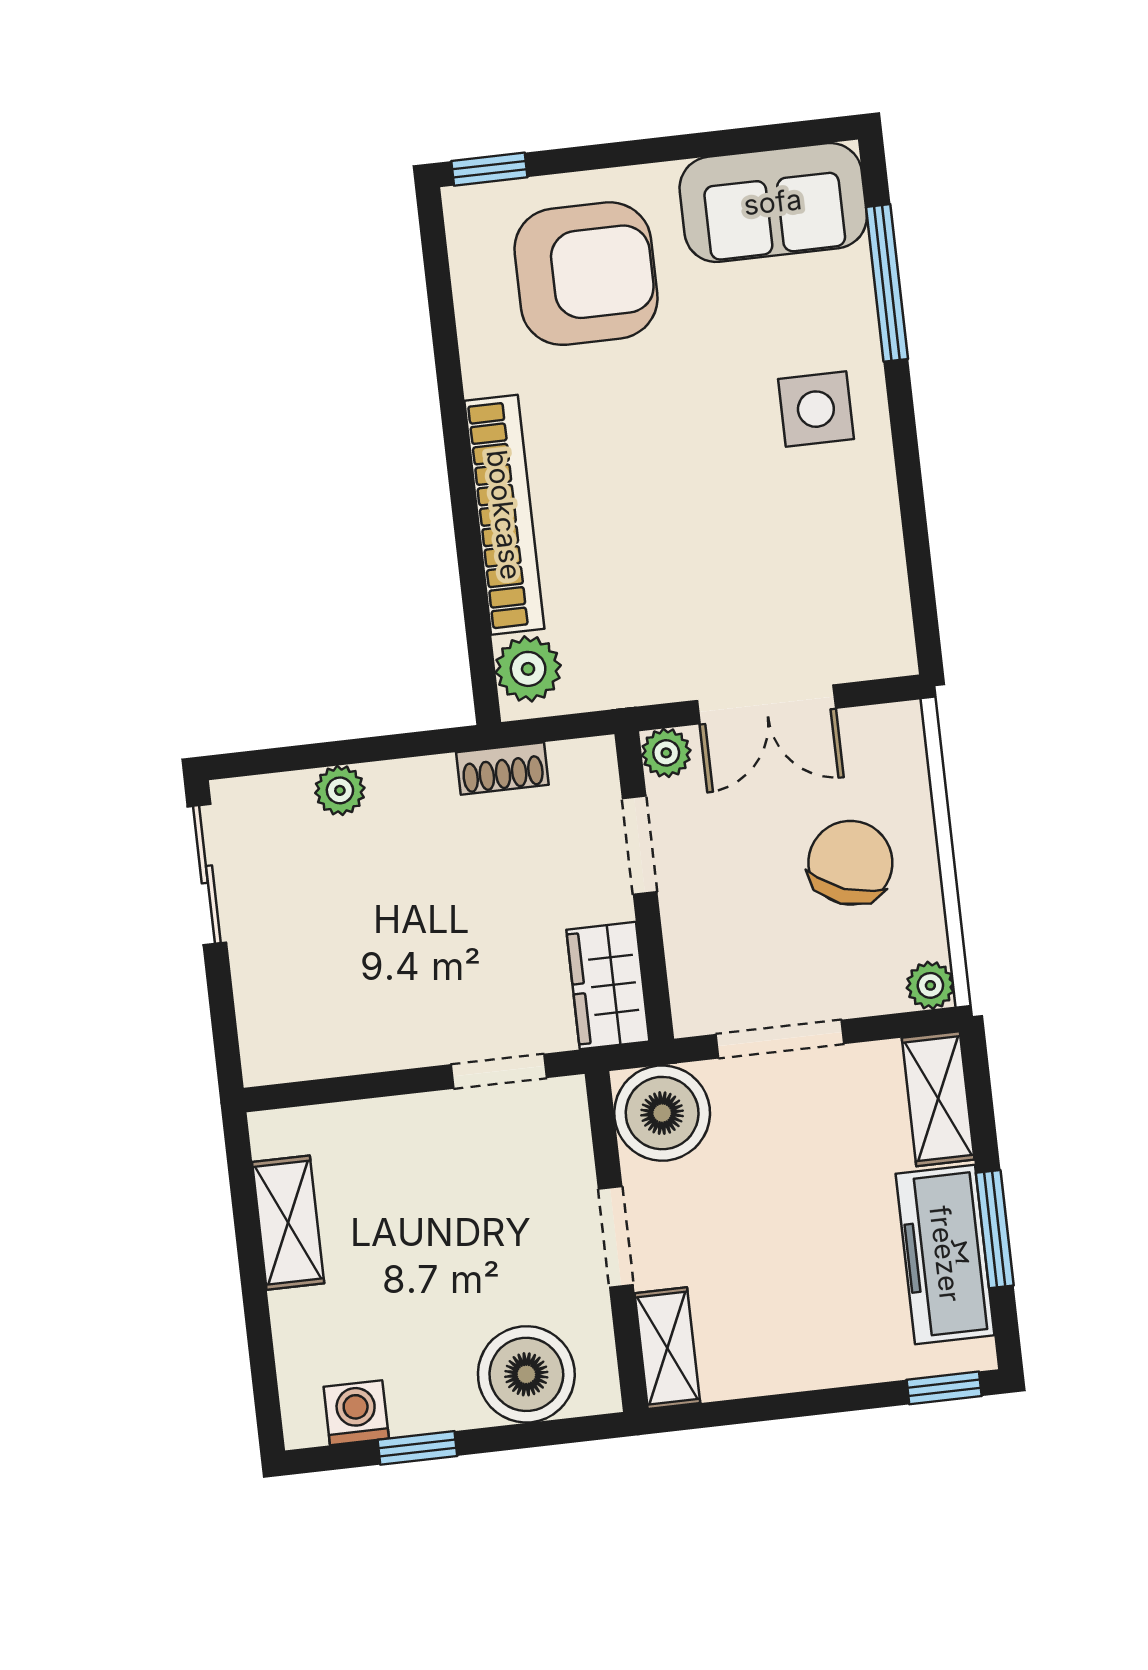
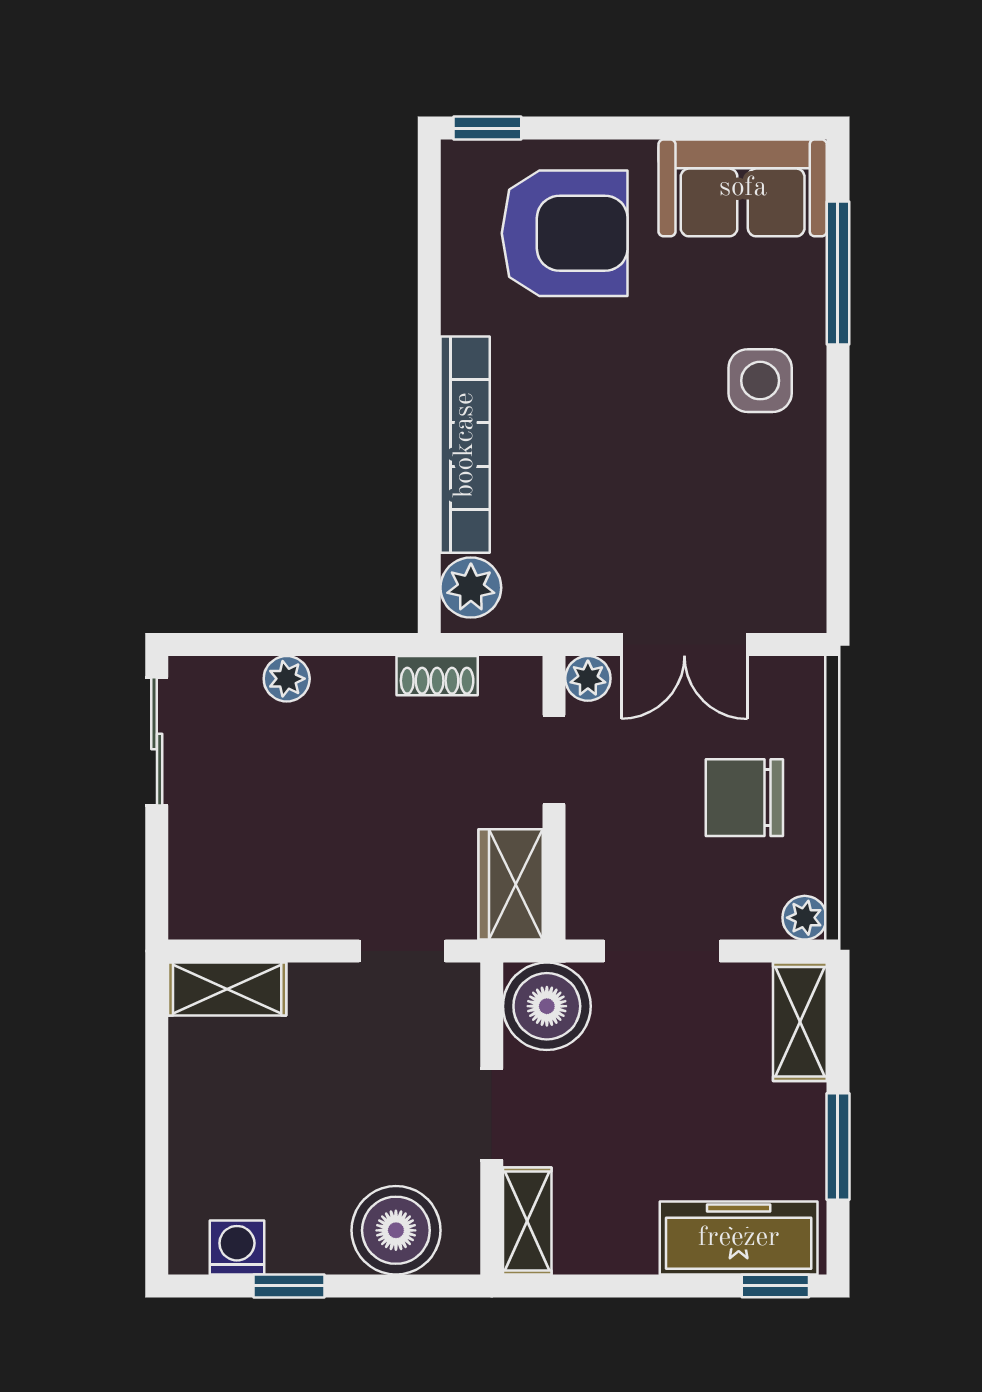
chair: (850, 863) -> (744, 798), turned -110
shelving: (288, 1223) -> (227, 989), moved, turned 90
freezer: (945, 1254) -> (739, 1238), moved, turned 90

